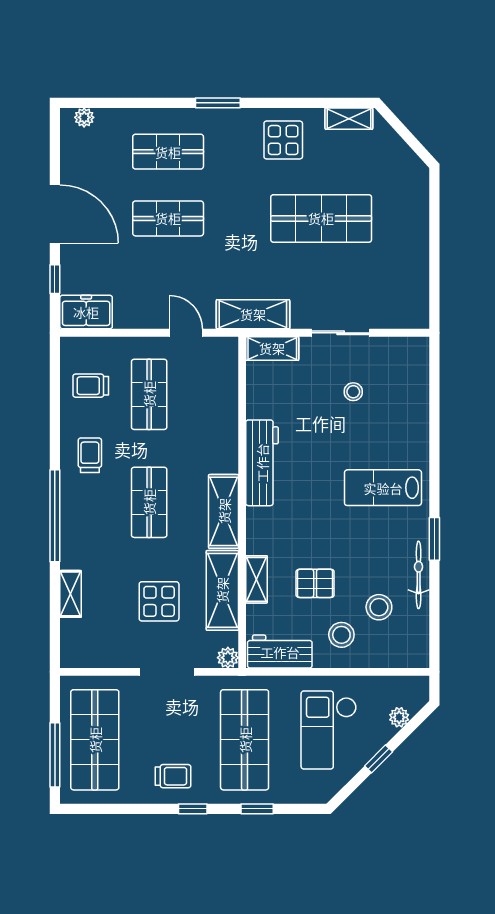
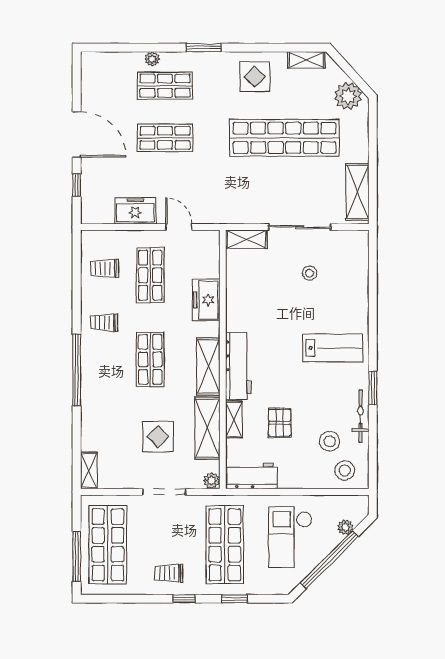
plant: (84, 117) -> (152, 59), moved
plant: (403, 165) -> (348, 96), added
shop shelf: (321, 218) -> (284, 138), width x1.40
freezer: (86, 312) -> (135, 211), moved
shelving: (253, 314) -> (357, 192), moved, turned 90
sliding door: (341, 333) -> (300, 227), width x1.37
freezer: (221, 426) -> (206, 300), added
trolley: (90, 455) -> (104, 323), turned -90
workbench: (262, 463) -> (238, 366), moved
lab bench: (383, 488) -> (333, 348), turned 180
pallet: (315, 583) -> (280, 423), turned 90
shelving: (71, 594) -> (89, 470), moved
stool: (341, 635) -> (345, 471), moved
window: (379, 759) -> (329, 560), width x3.17
trolley: (173, 776) -> (169, 573), turned 180

